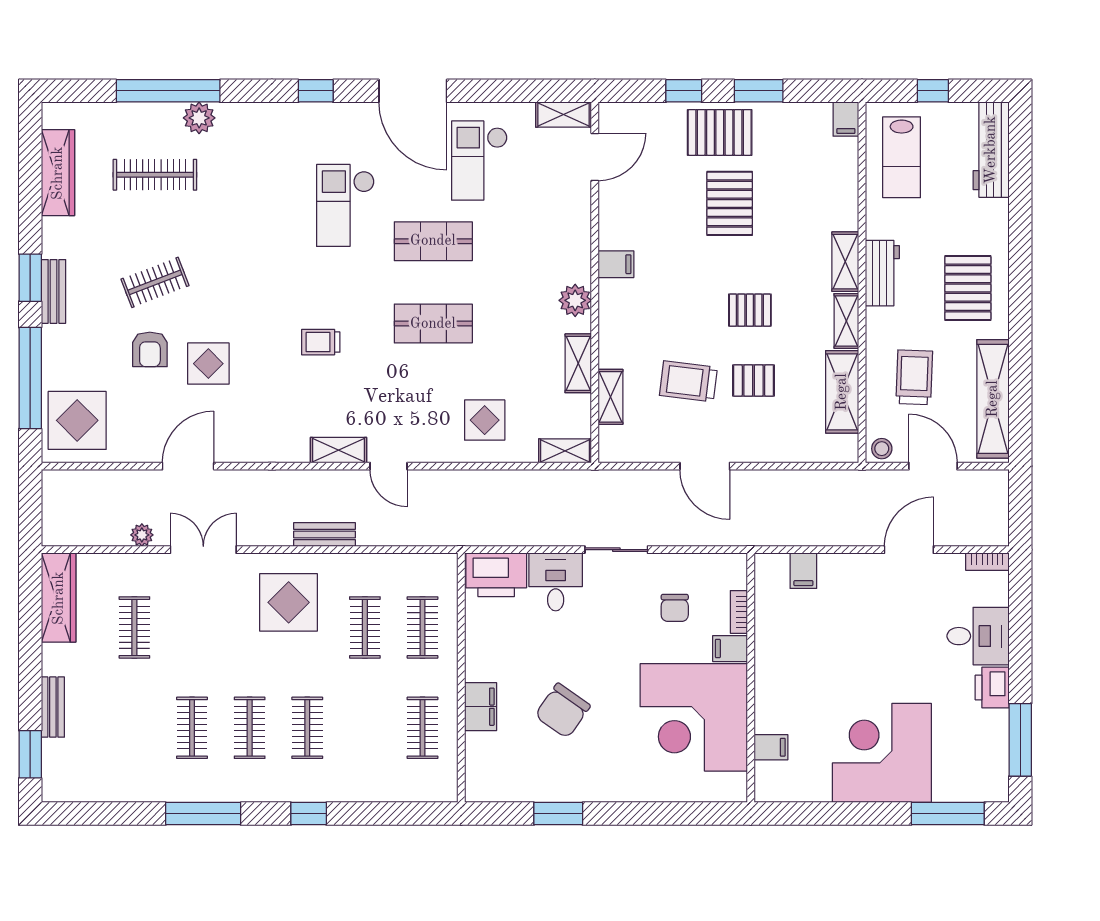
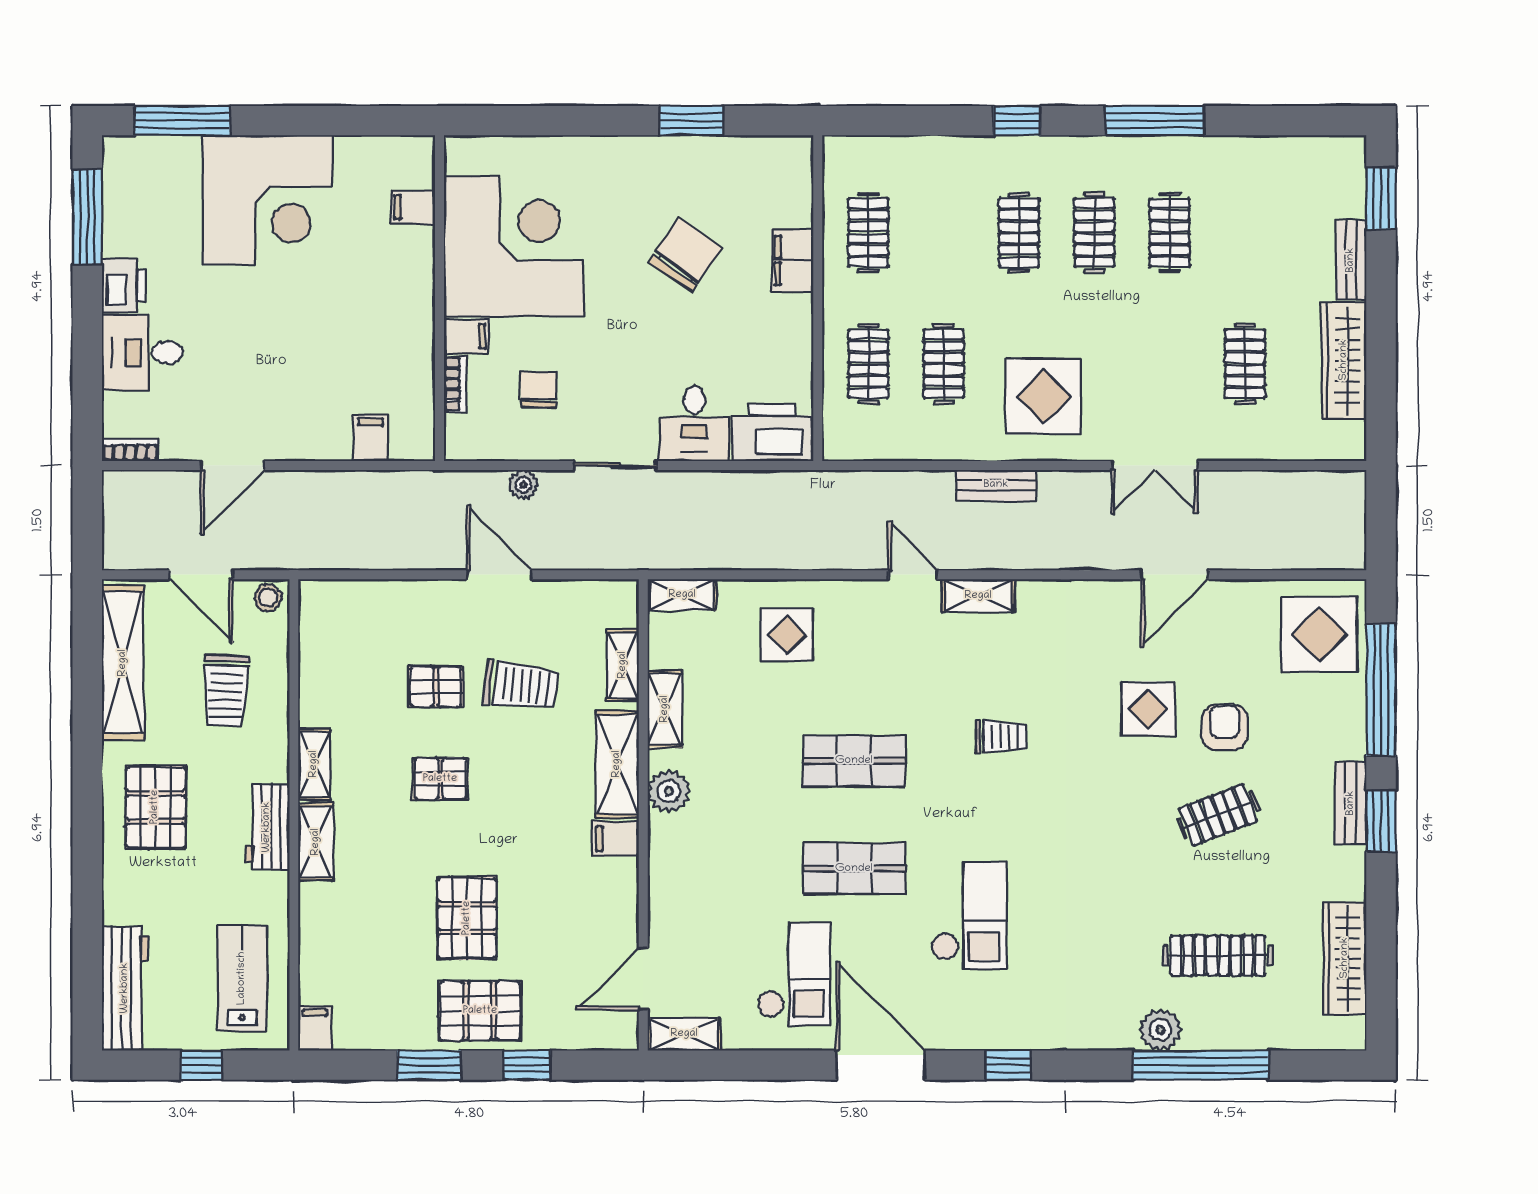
shelving: (842, 392) -> (617, 764), moved
plant: (142, 535) -> (523, 485), moved
wardrobe: (59, 598) -> (1344, 360), moved

